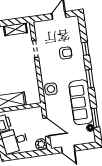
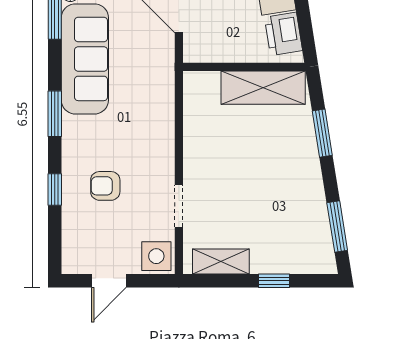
side table: (51, 89) -> (156, 256), moved

